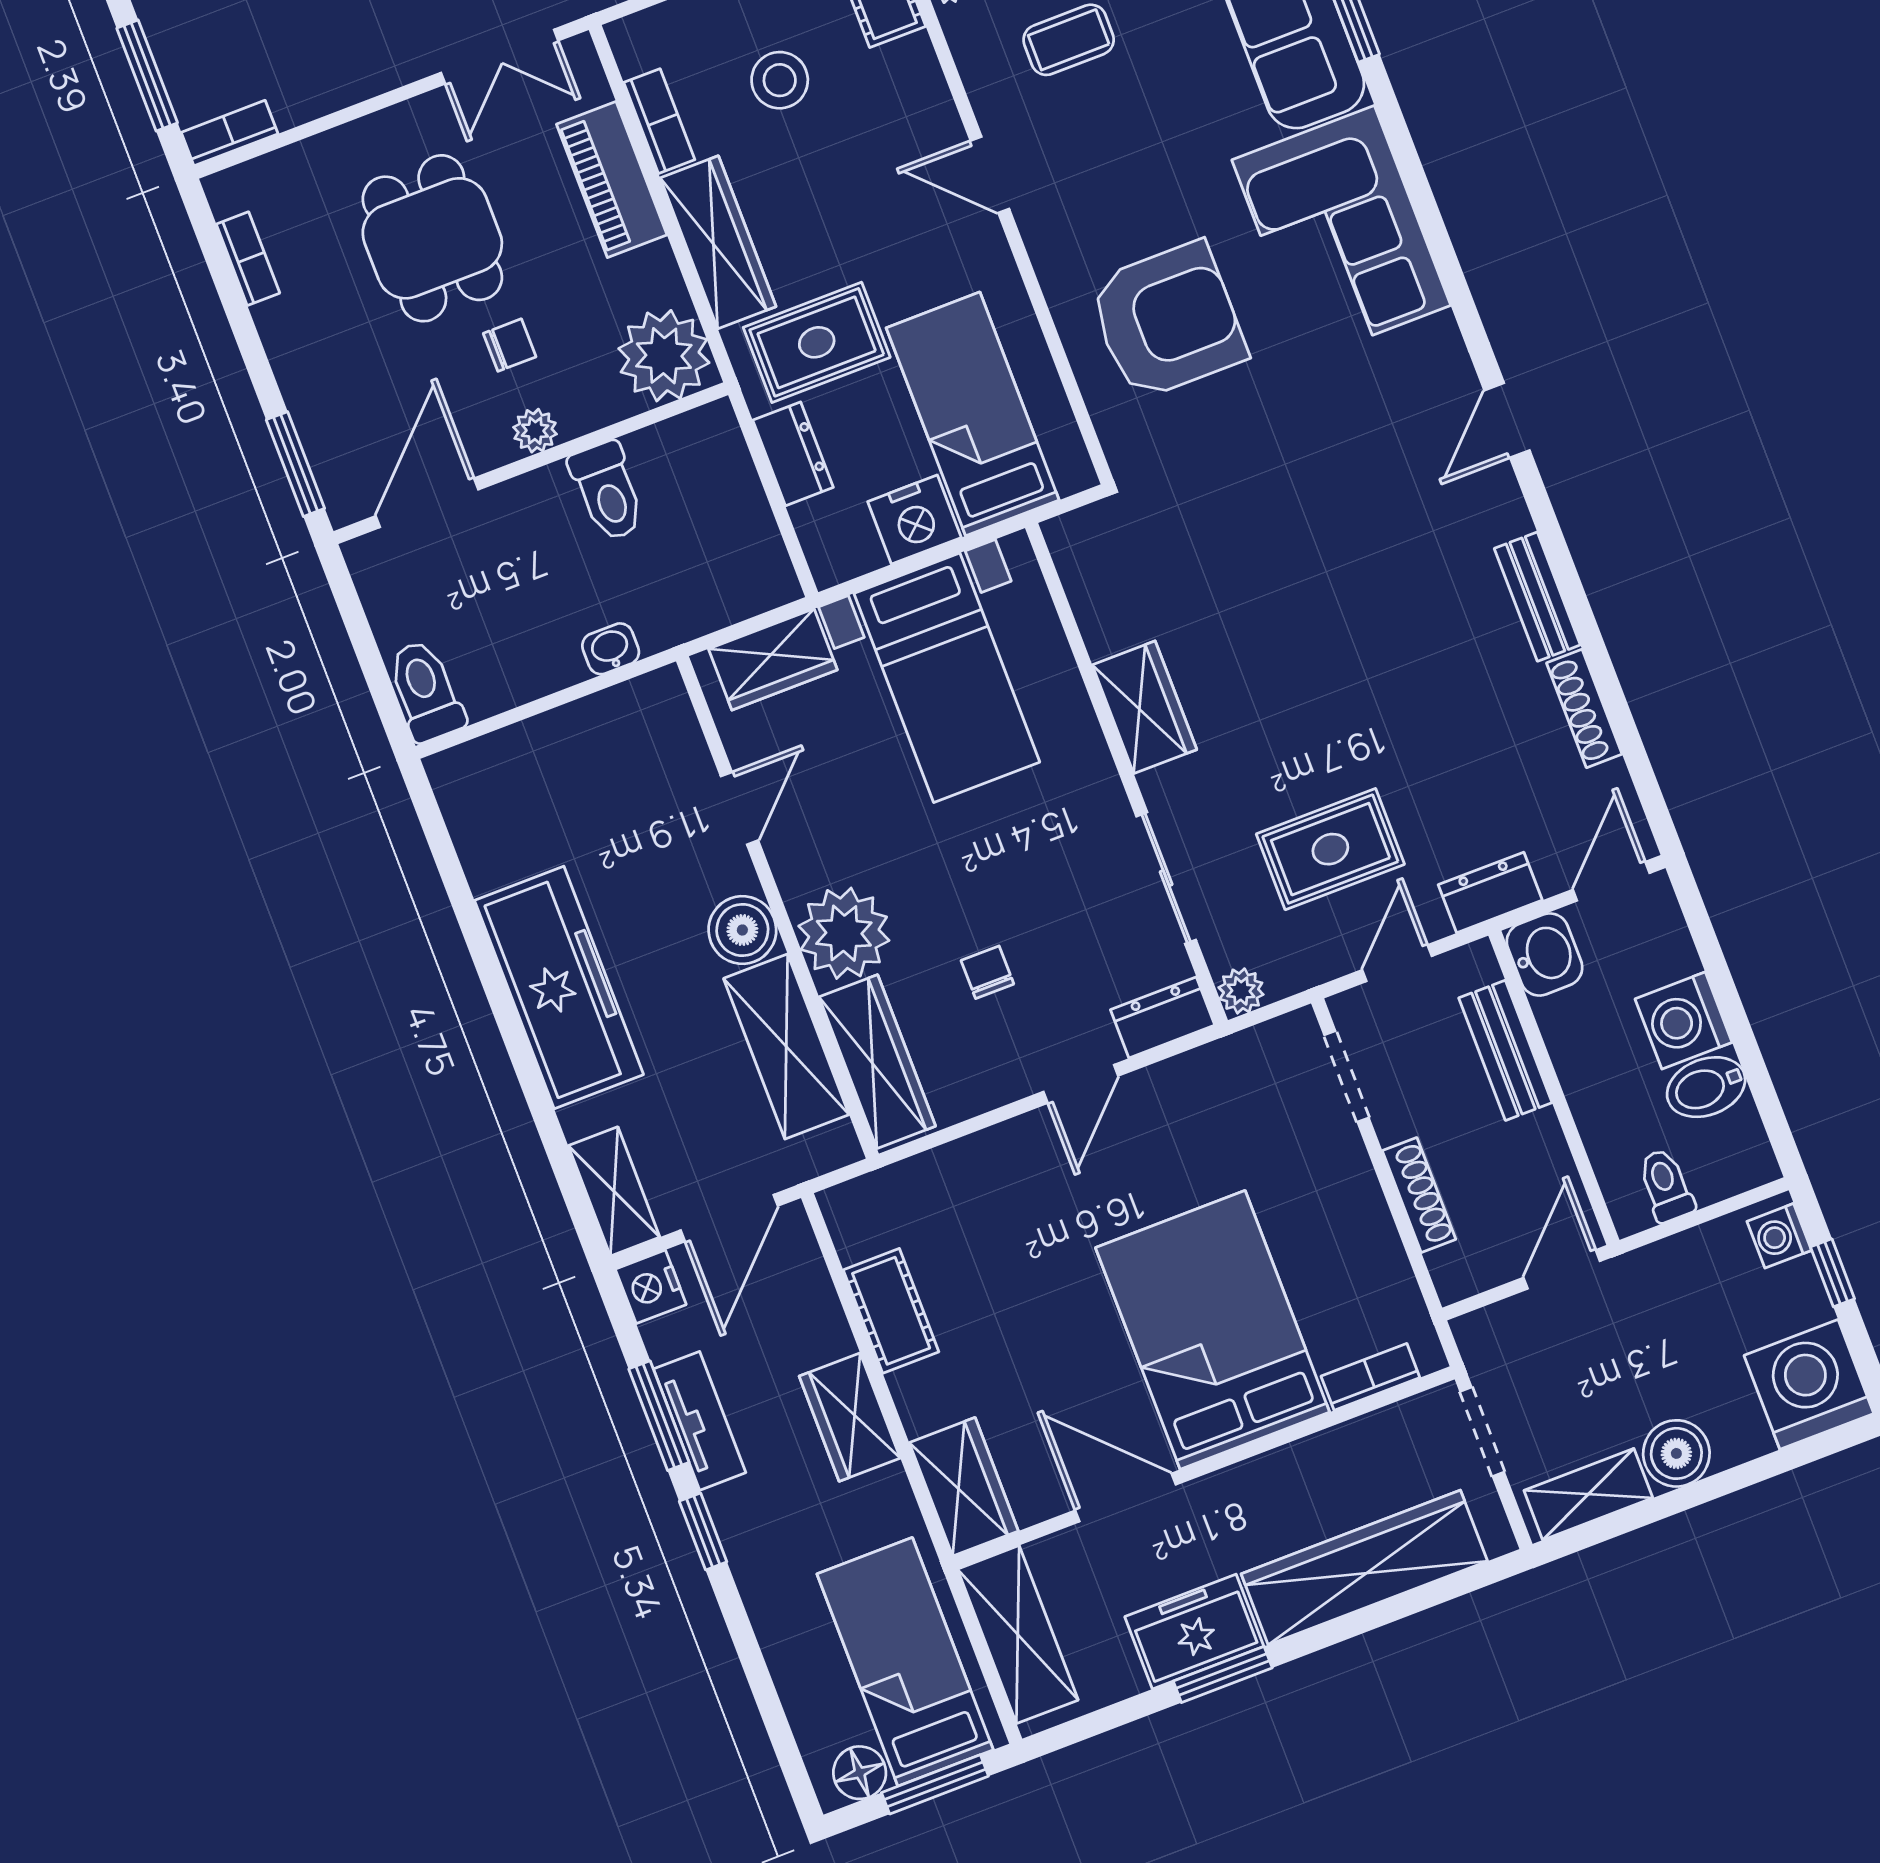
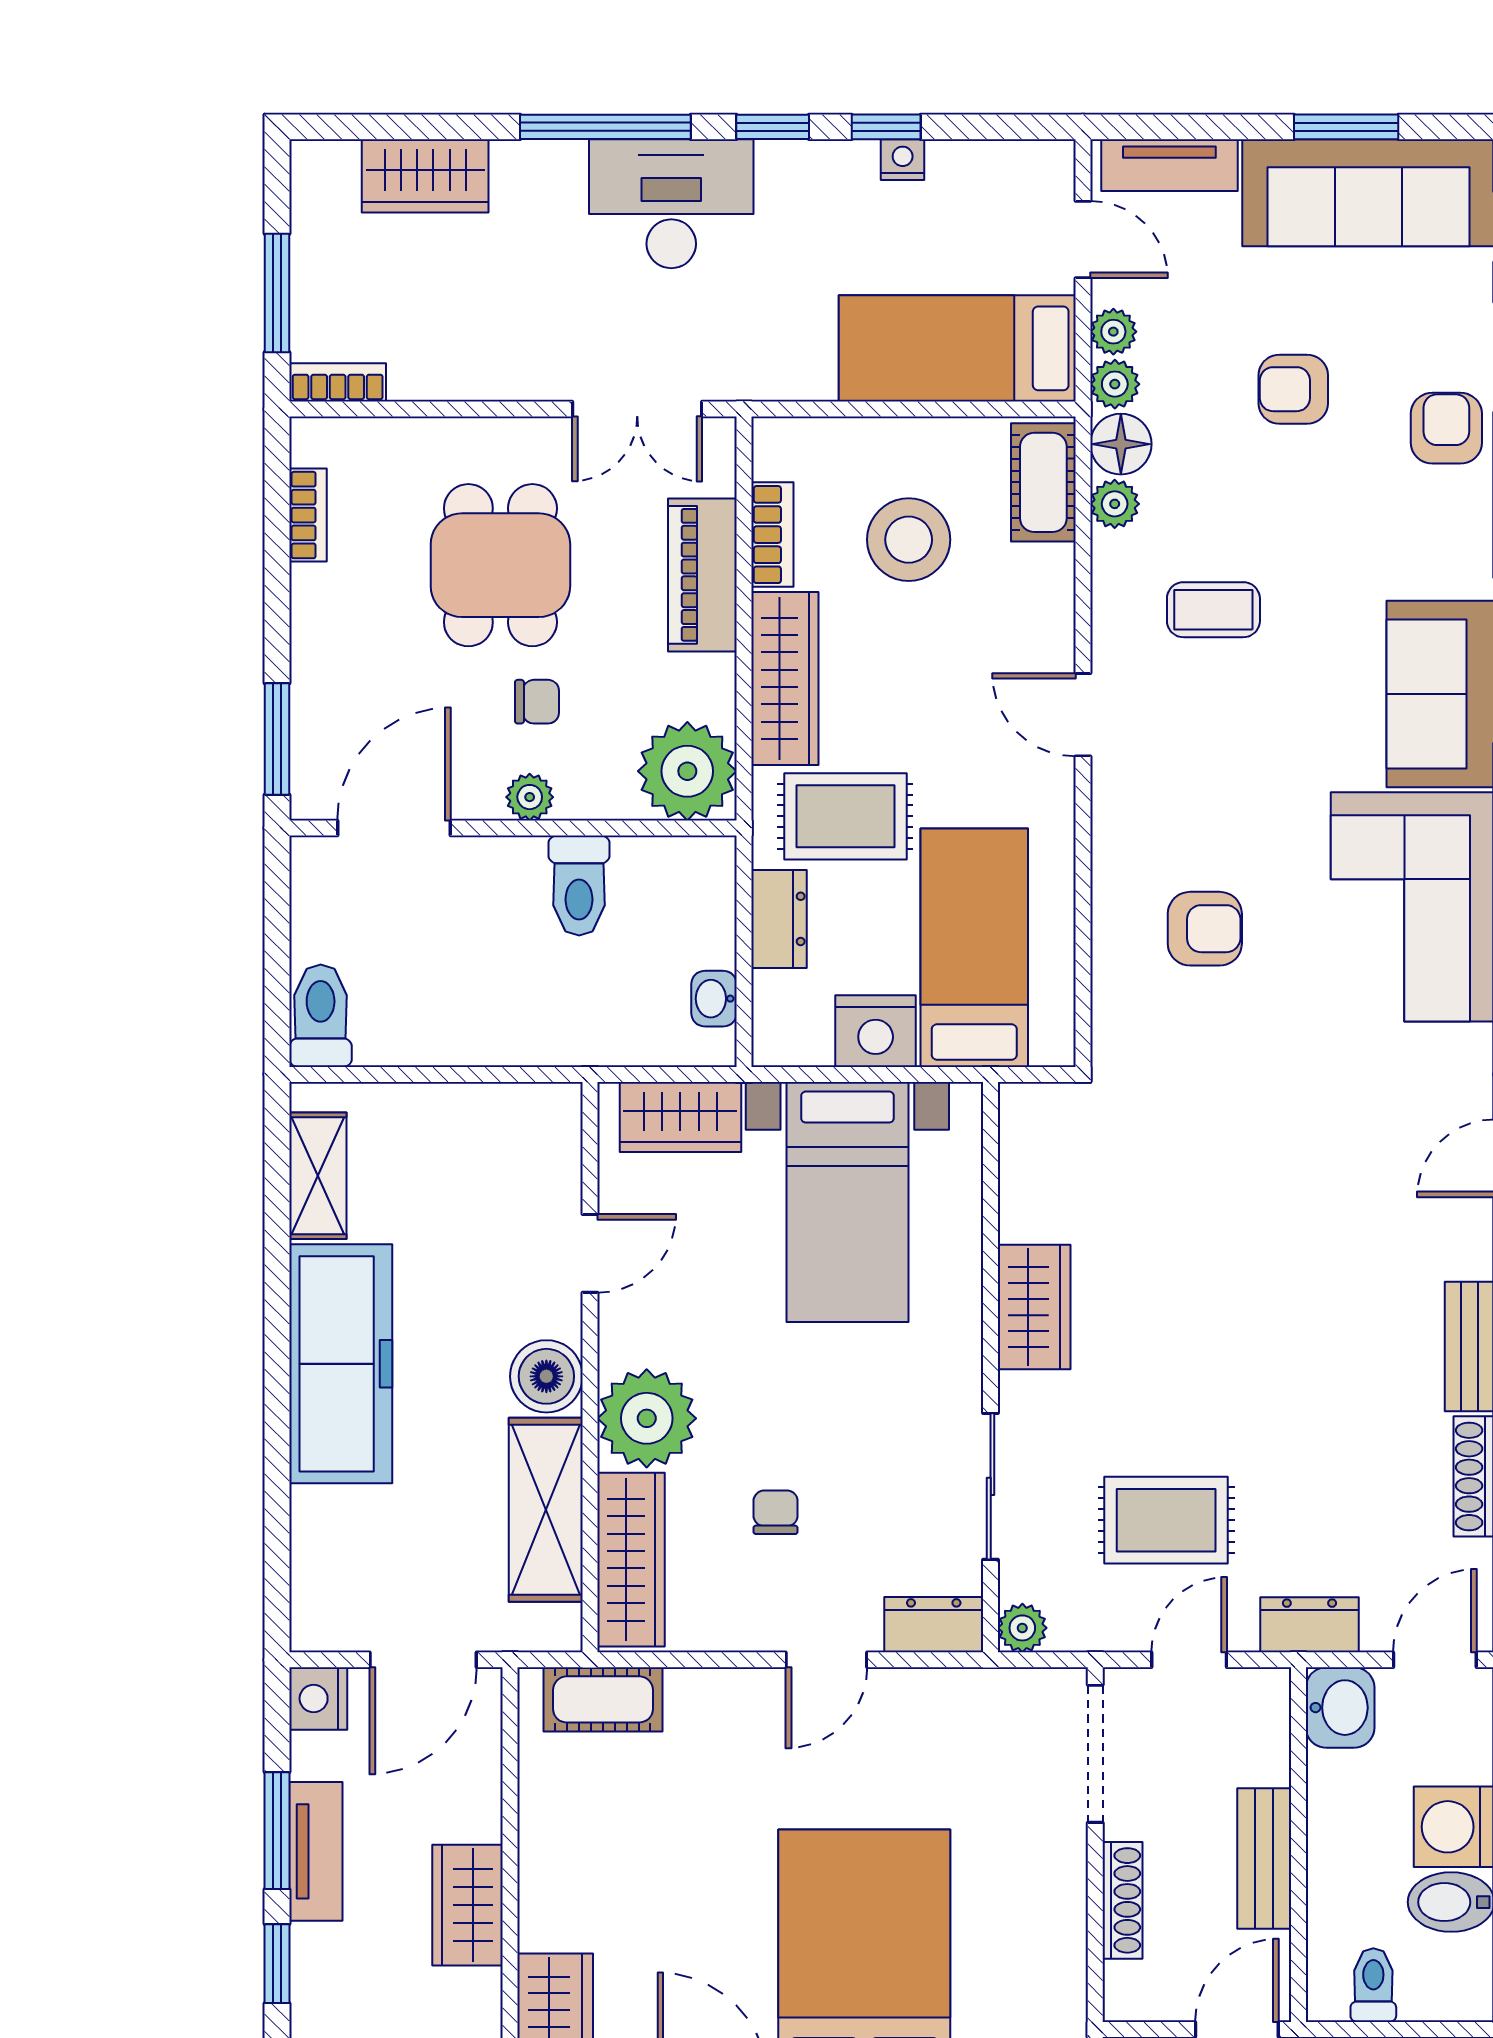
stool: (780, 80) -> (909, 540), width x1.38, depth x1.38
armchair: (1167, 321) -> (1205, 929), width x0.53, depth x0.53
washbasin: (611, 649) -> (714, 999), moved, turned -90
bench: (1505, 1050) -> (1264, 1858), moved
doorway: (1346, 1076) -> (1095, 1754), width x1.38
shelving: (614, 1191) -> (318, 1176), moved
cot: (891, 1311) -> (603, 1699), moved, turned 90

